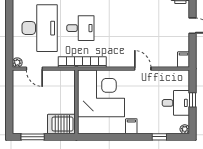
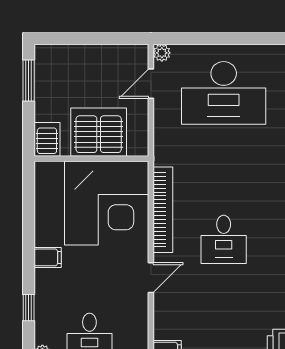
desk: (80, 28) -> (224, 239), moved
bookcase: (82, 62) -> (163, 210), moved
server rack: (62, 98) -> (99, 132), added
server rack: (61, 124) -> (47, 139), width x0.73, depth x0.70

